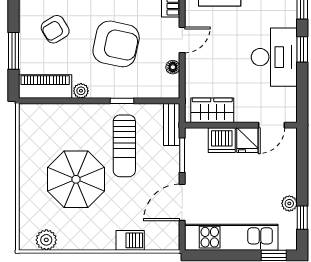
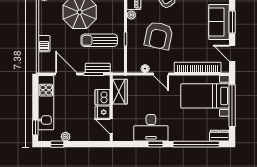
bench: (172, 124) -> (98, 68), moved

